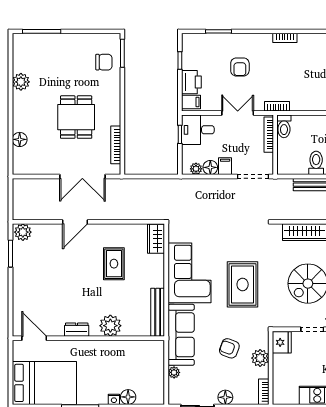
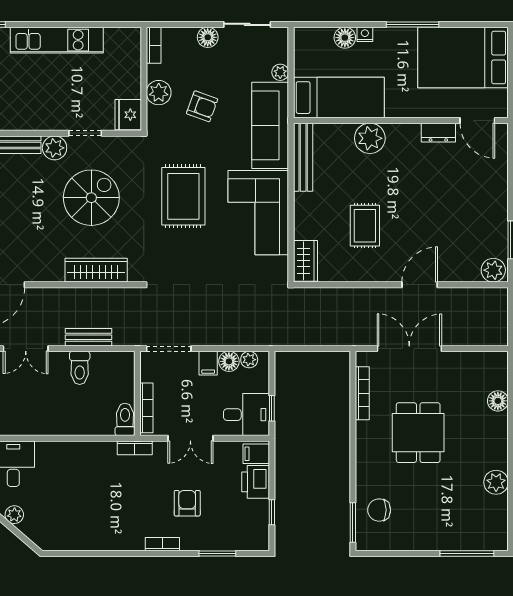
bookcase: (285, 38) -> (162, 544), moved
dresser: (77, 330) -> (438, 133), moved
bed: (132, 355) -> (339, 98), added

